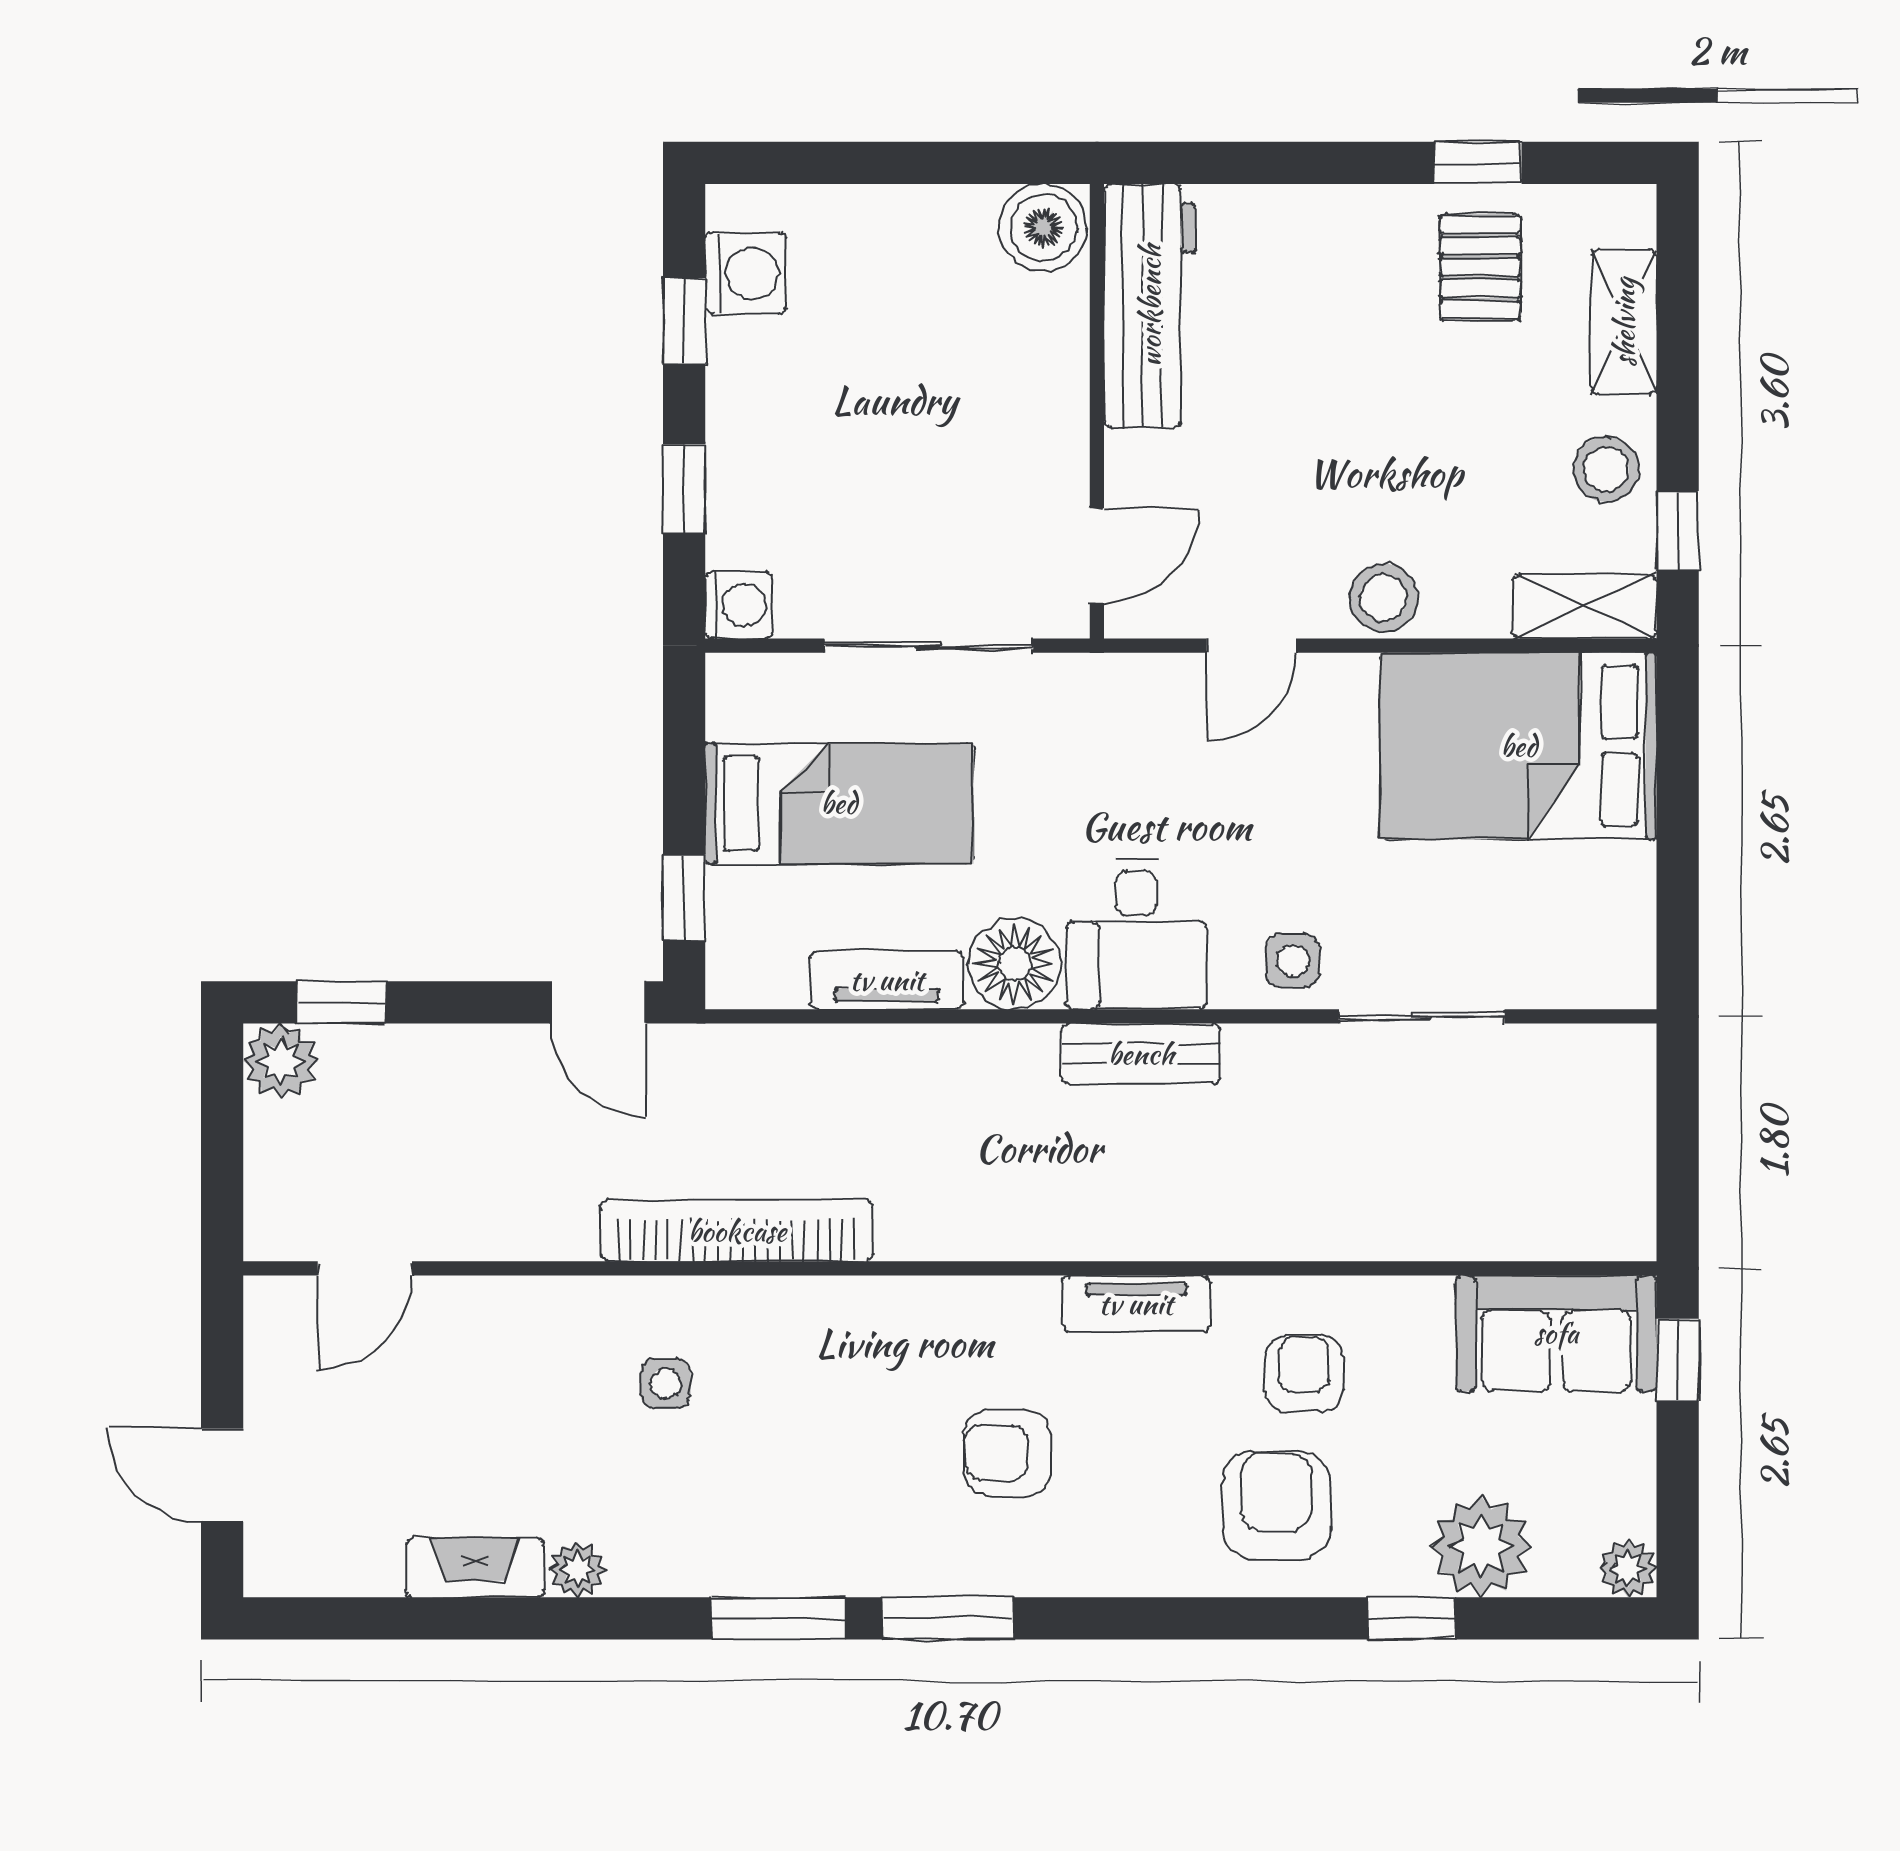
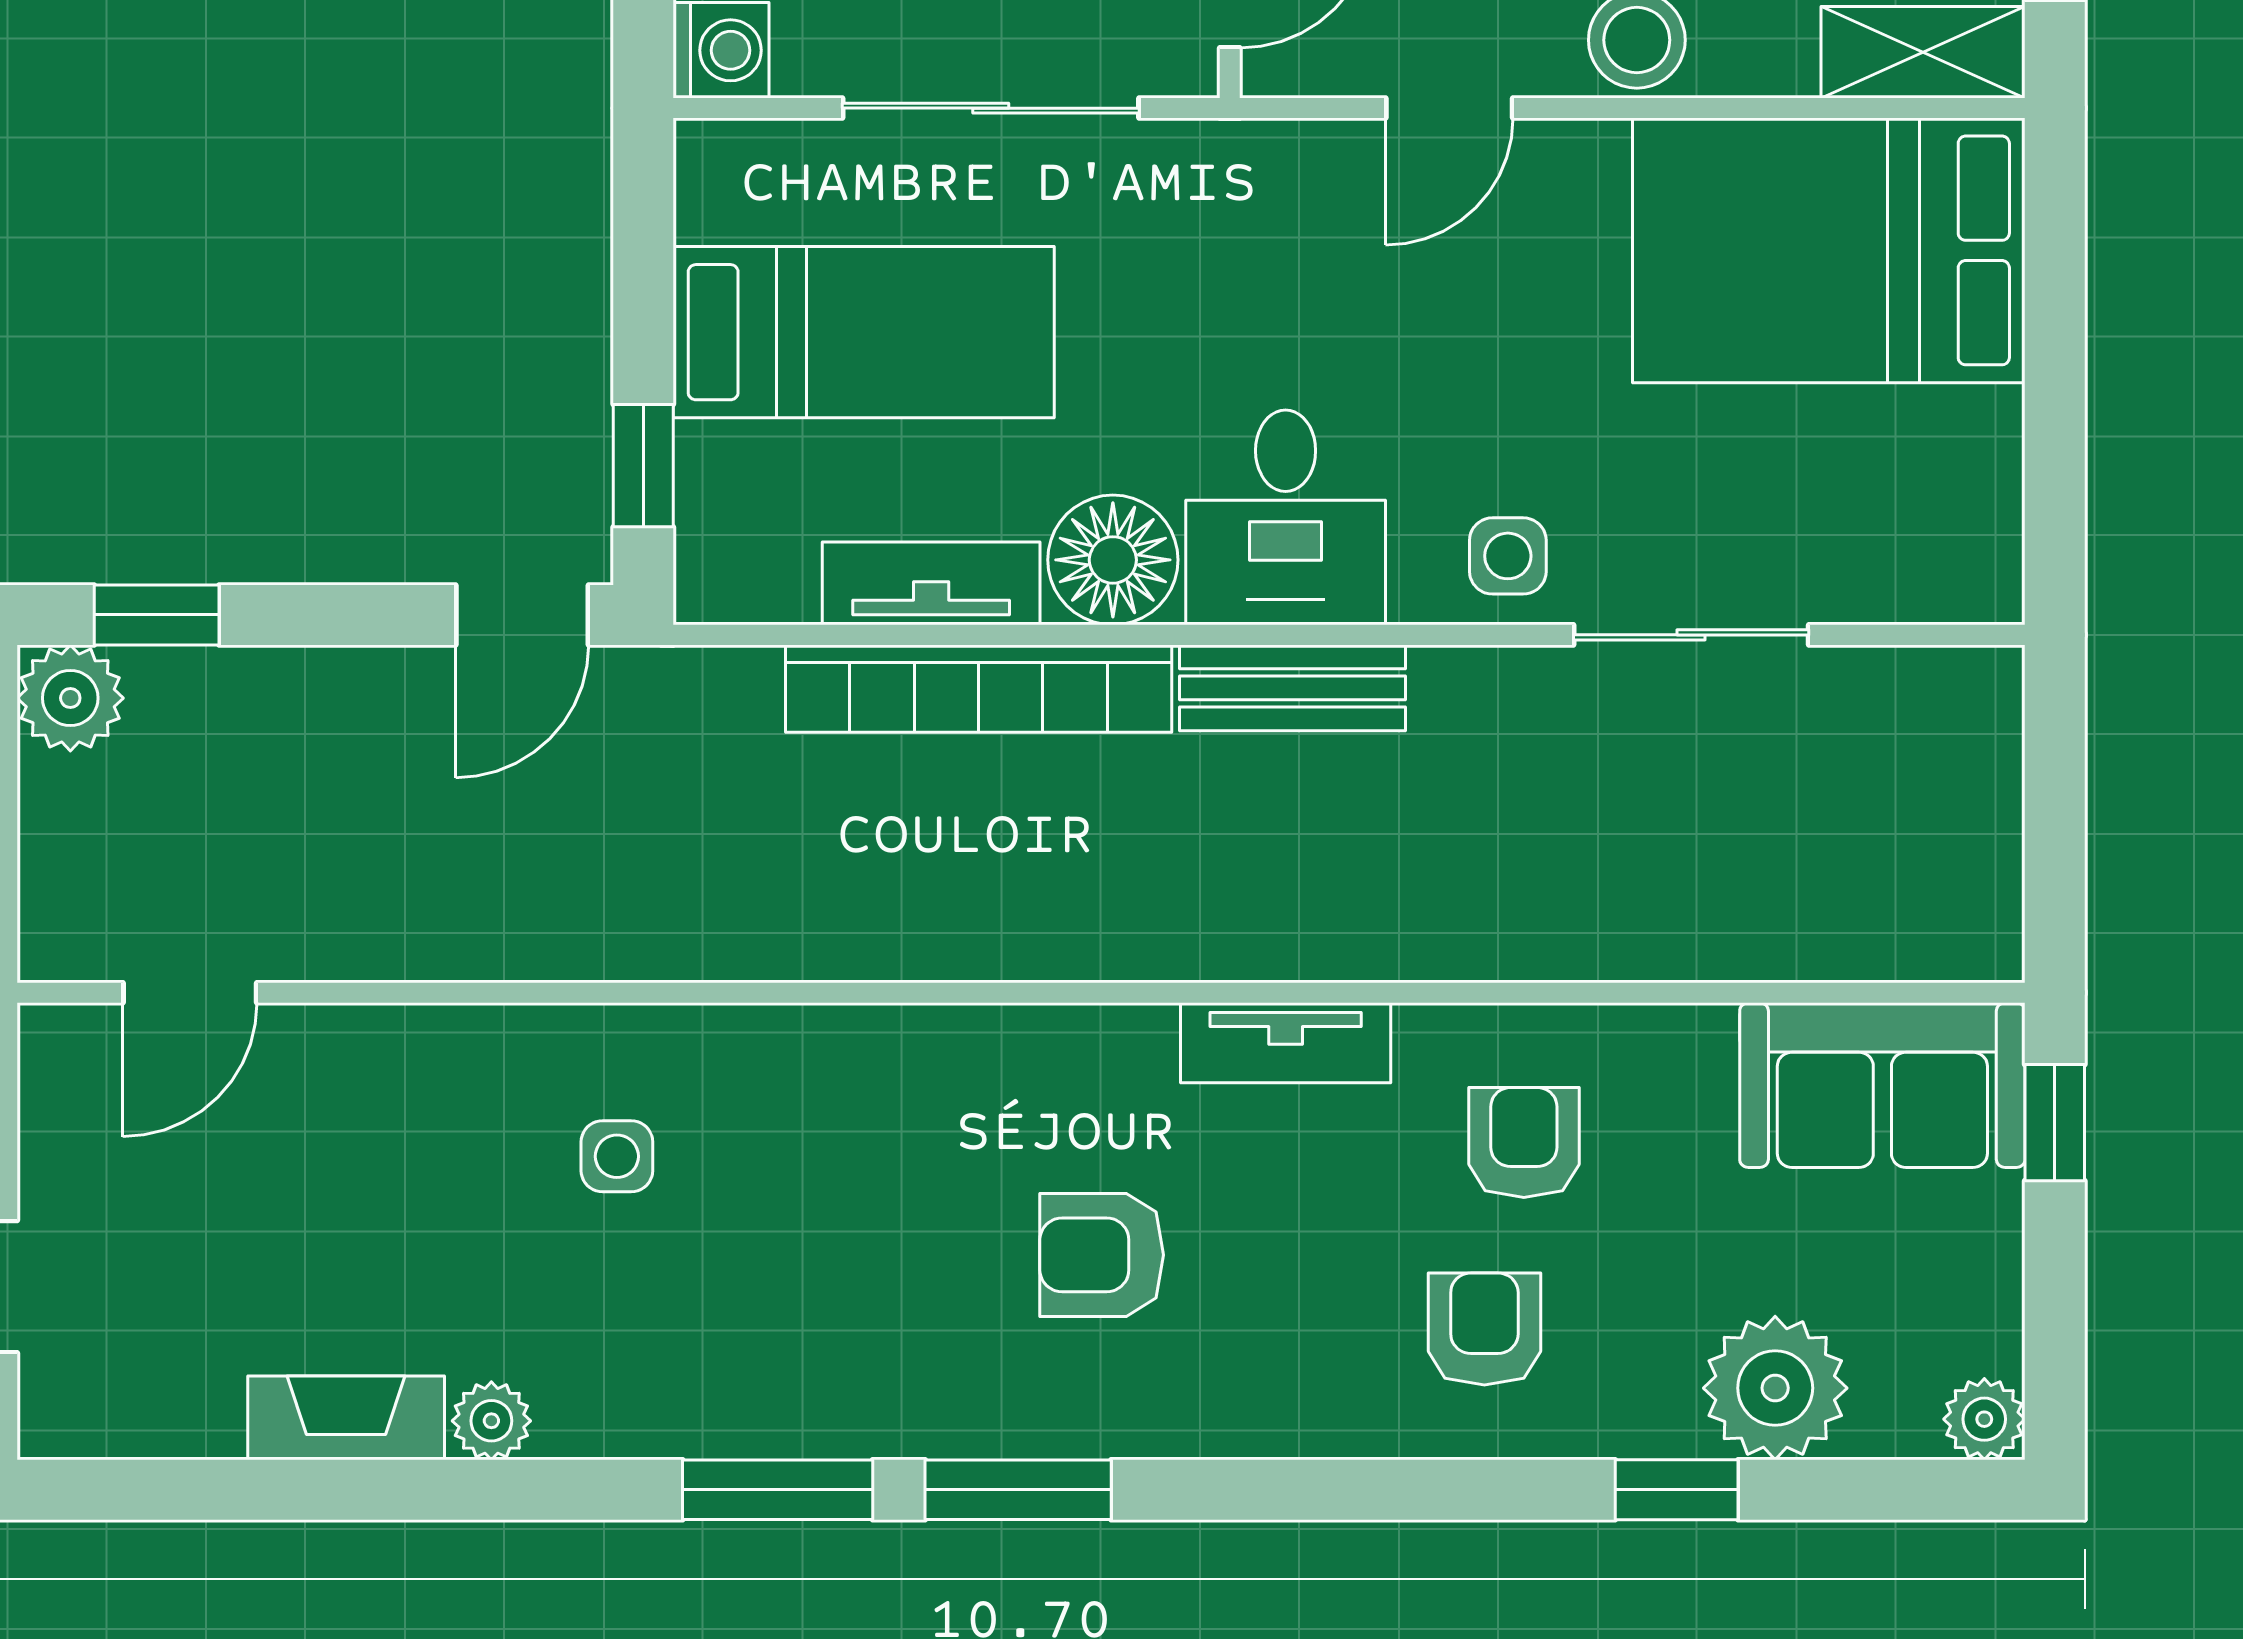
door: (599, 1002) -> (522, 615), hinge flipped
bookcase: (737, 1231) -> (979, 689), moved, turned 180
armchair: (1276, 1505) -> (1484, 1329), width x0.72, depth x0.72

